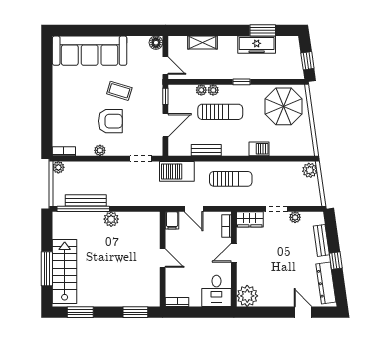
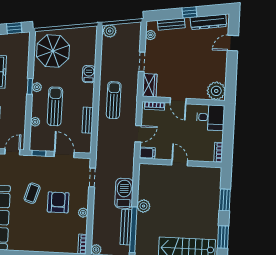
plant: (213, 90) -> (37, 87), moved
barbecue: (177, 171) -> (124, 193), moved, turned 180
plant: (295, 217) -> (151, 35), moved
door: (163, 258) -> (180, 163), hinge flipped
window: (135, 312) -> (225, 200), moved

